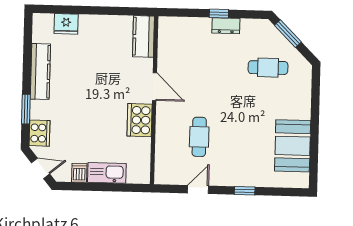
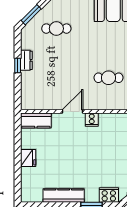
fridge: (66, 24) -> (28, 158), moved
cafe table: (268, 68) -> (56, 29), turned 90
cooker: (140, 120) -> (92, 120), width x0.53, depth x0.76

